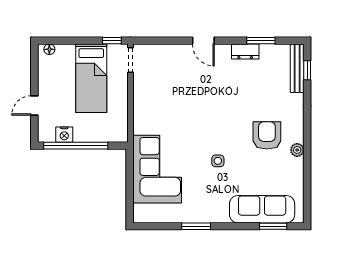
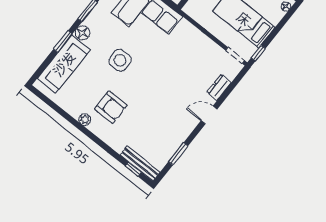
dresser: (245, 52) -> (219, 87), moved
side table: (218, 161) -> (120, 60), width x1.87, depth x1.87
floor lamp: (220, 215) -> (82, 33), added
window: (273, 226) -> (63, 41), moved

